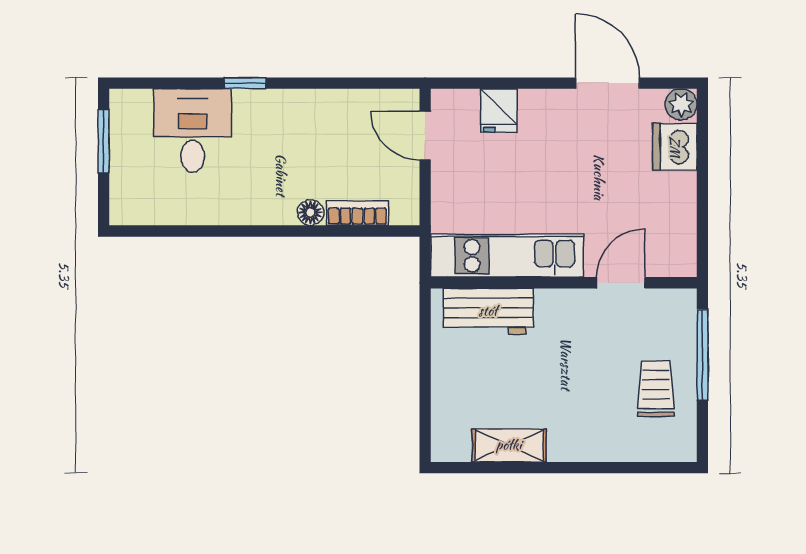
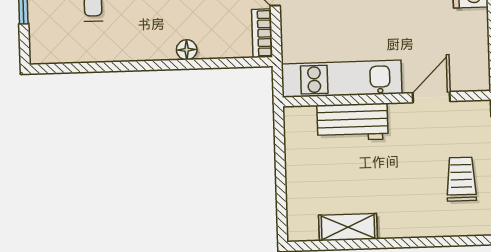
bookcase: (357, 213) -> (262, 33), moved, turned -90
workbench: (488, 311) -> (353, 122), moved

